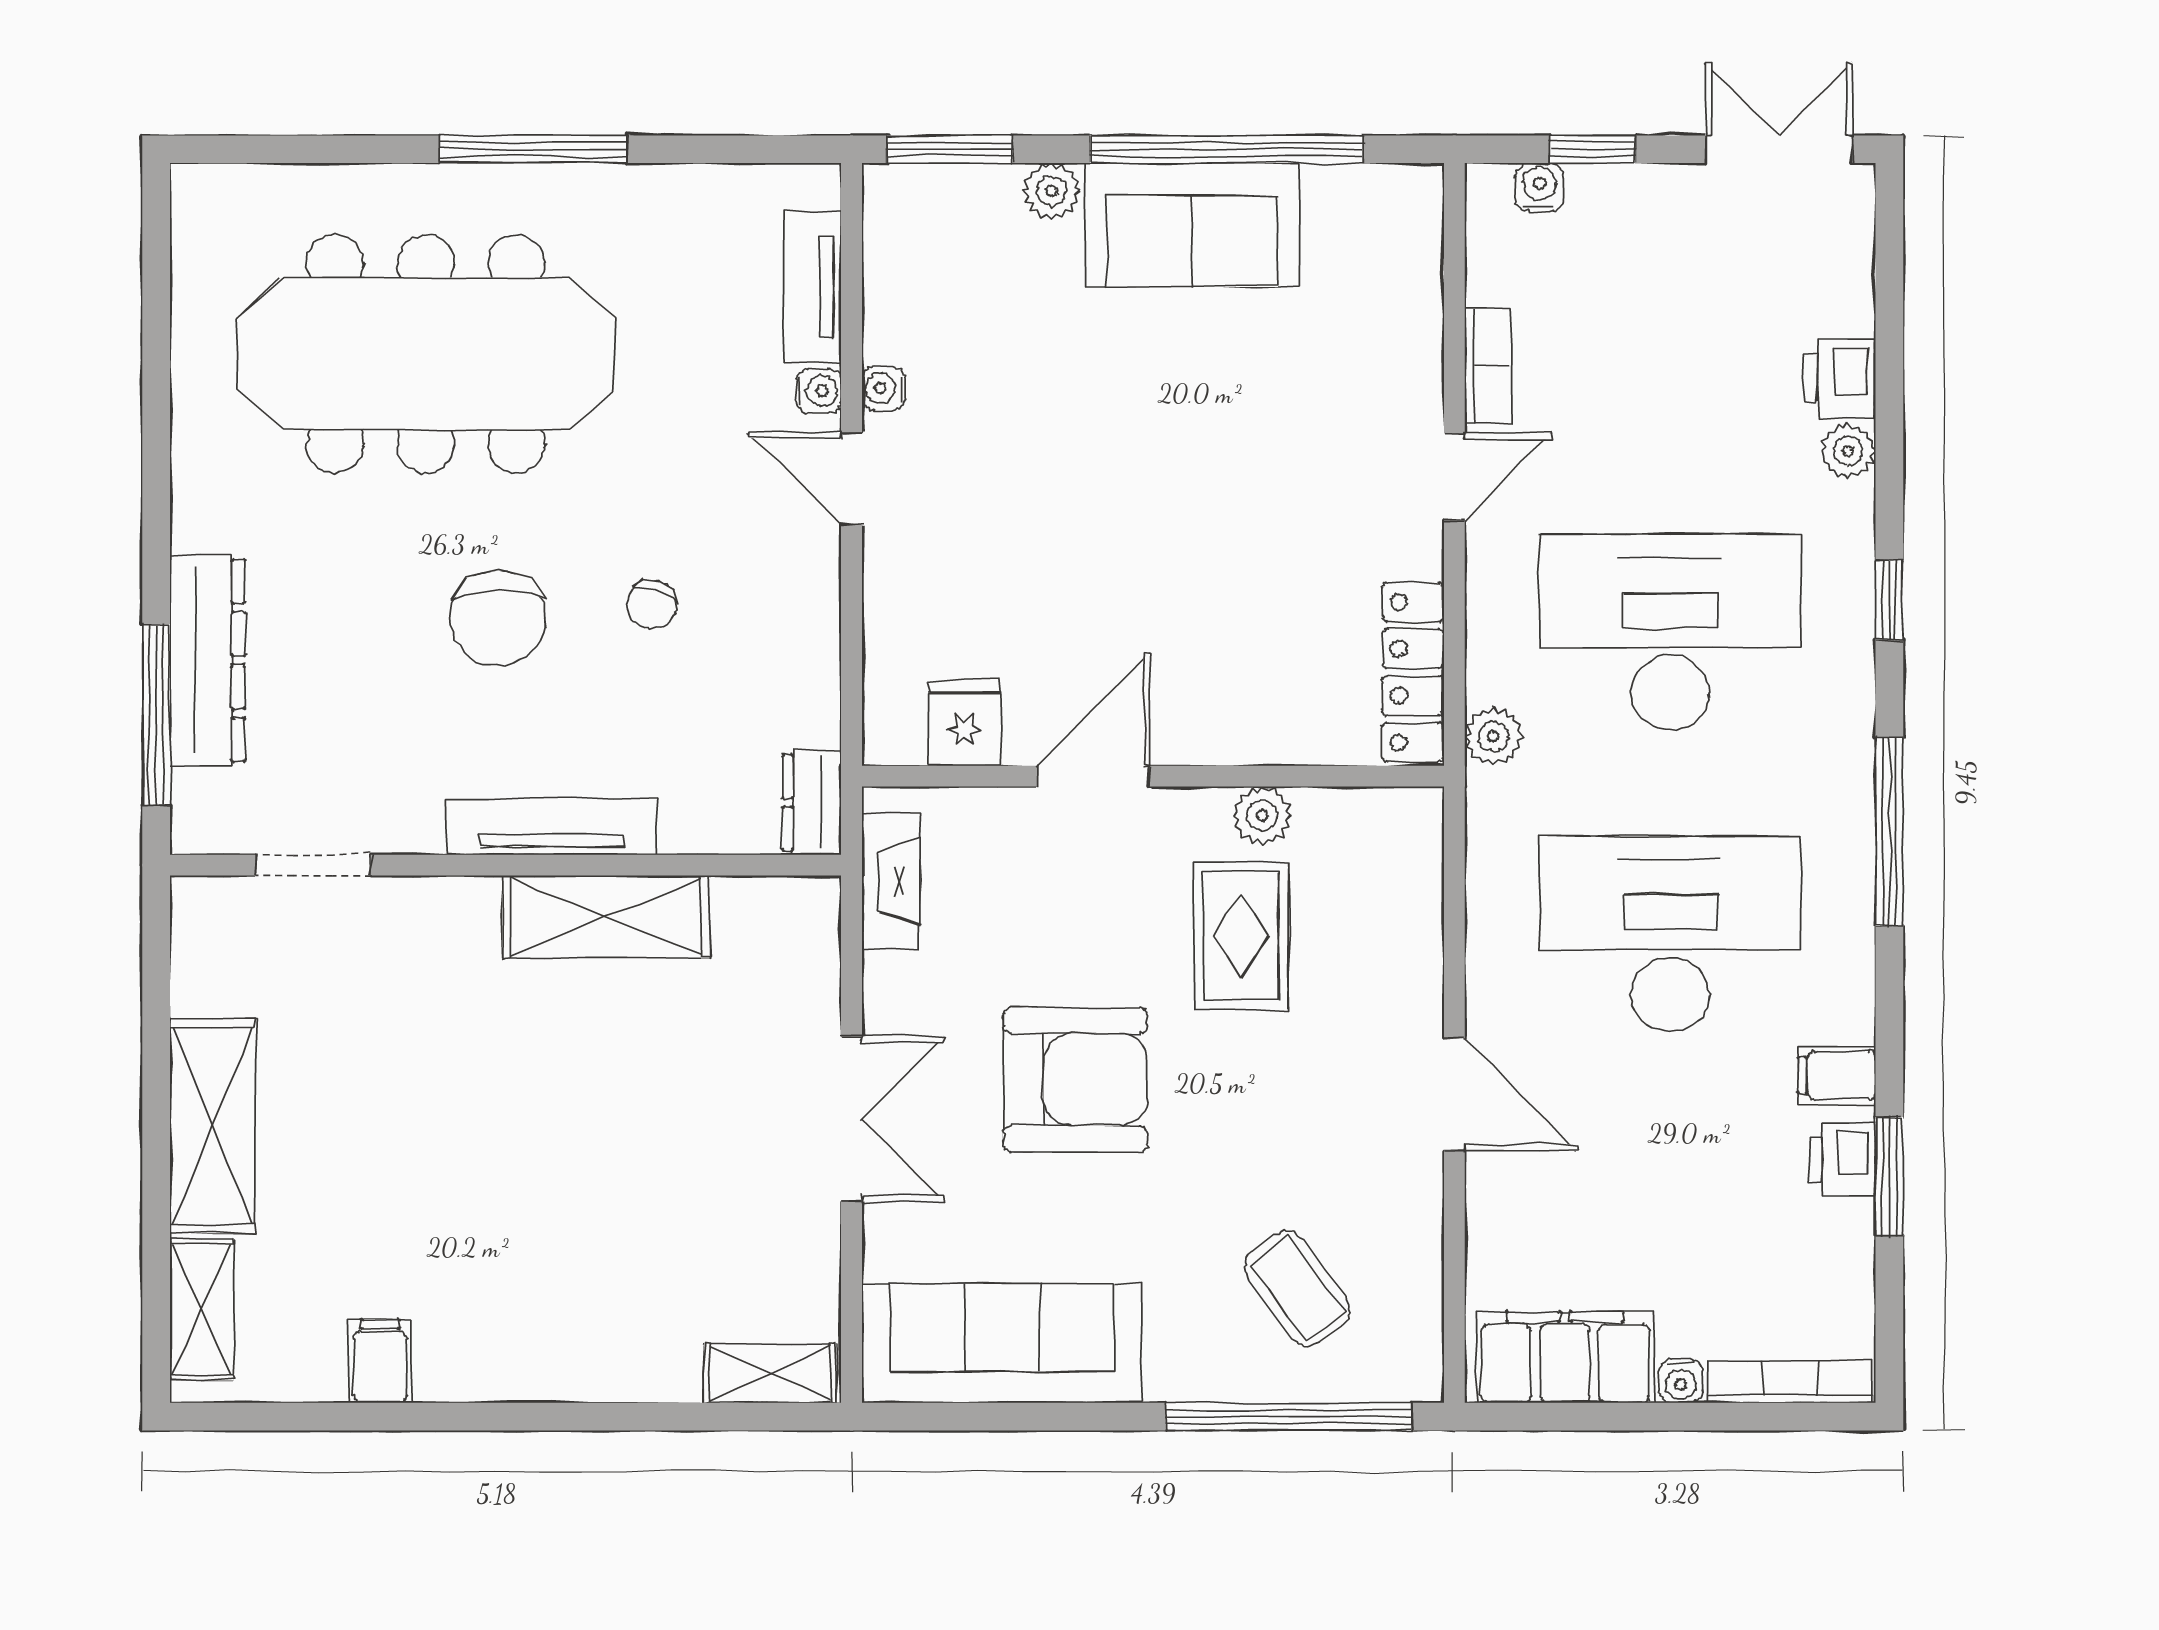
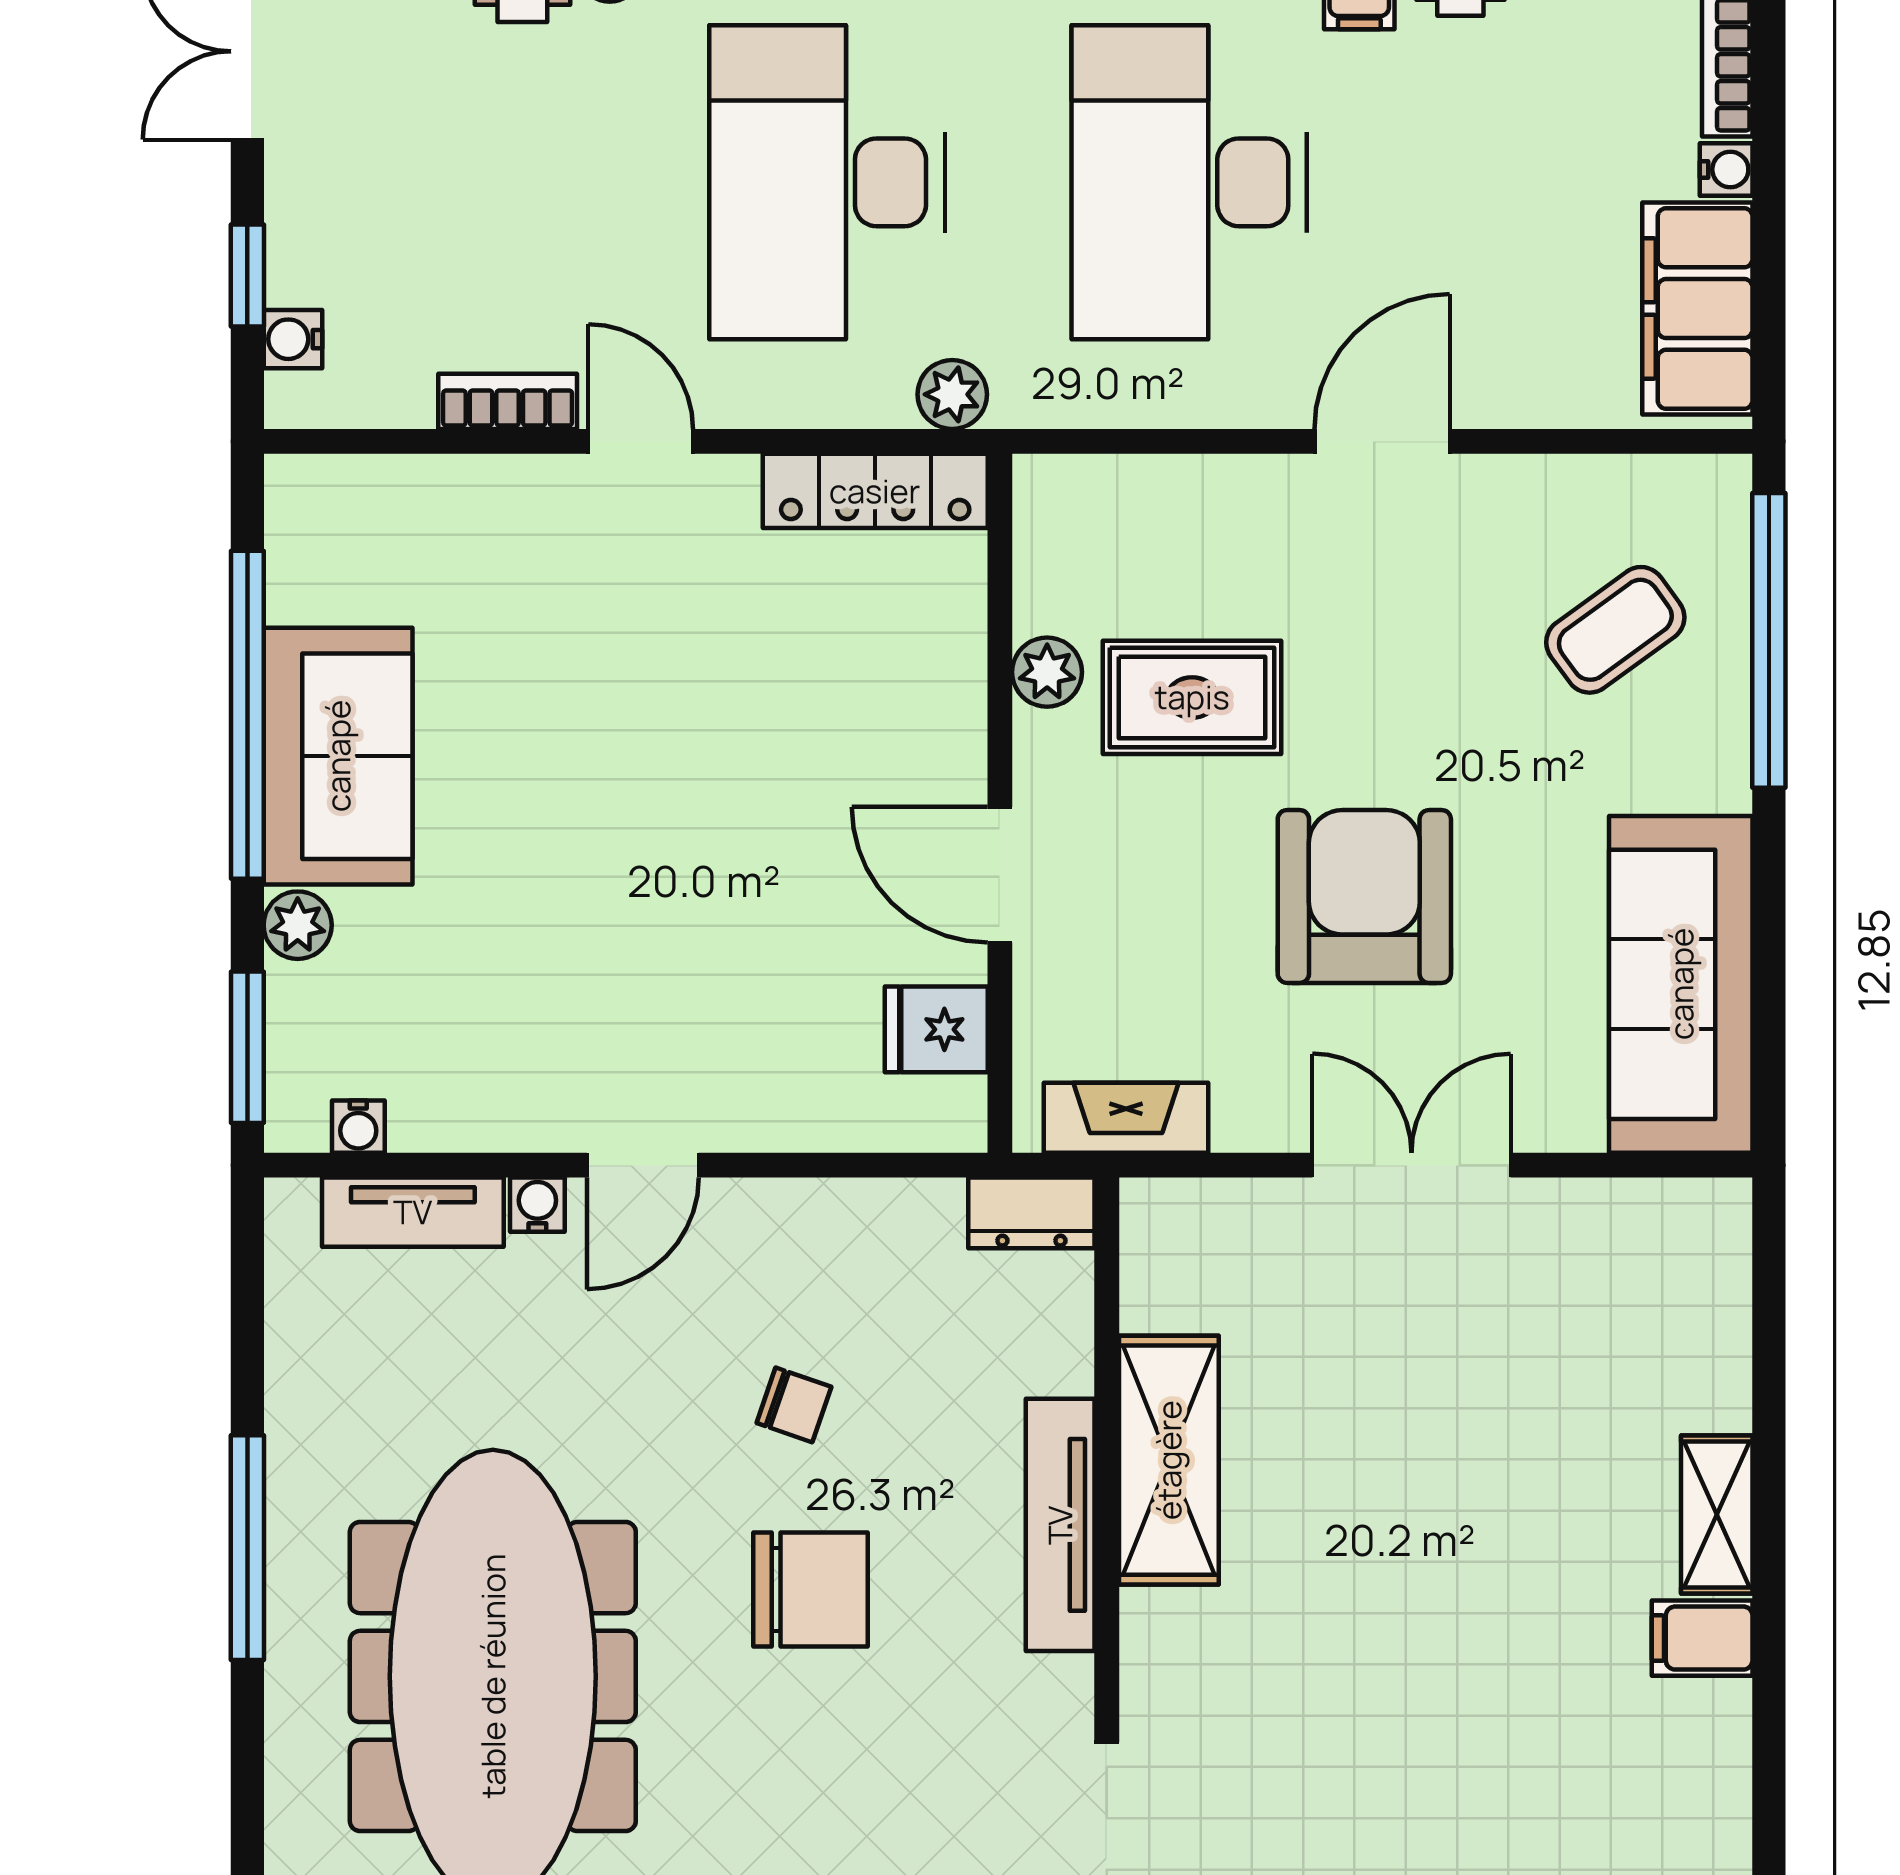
water cooler: (884, 388) -> (358, 1127), moved
filing cabinet: (380, 1361) -> (1702, 1638), moved
shelving: (770, 1373) -> (1717, 1515), moved

